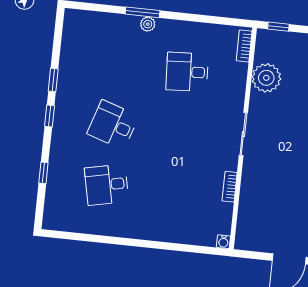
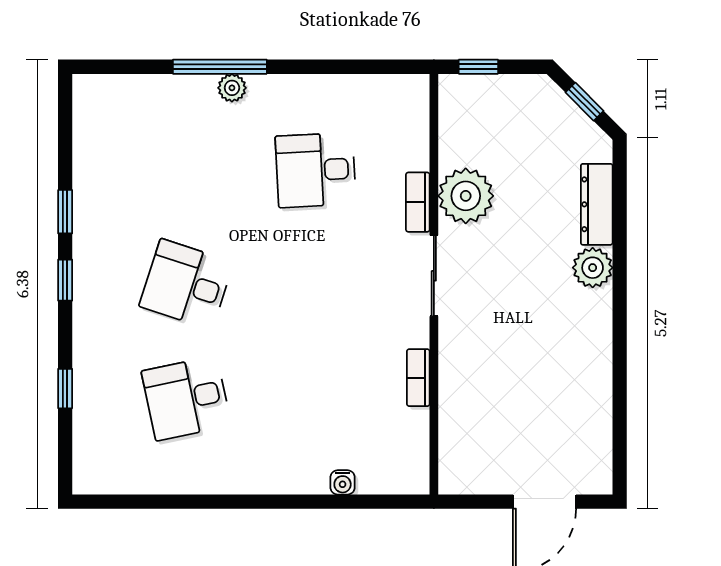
window: (143, 12) -> (220, 67), width x1.44
bookcase: (244, 46) -> (418, 202), moved
plant: (266, 78) -> (466, 196), moved
water cooler: (223, 242) -> (343, 482), moved

